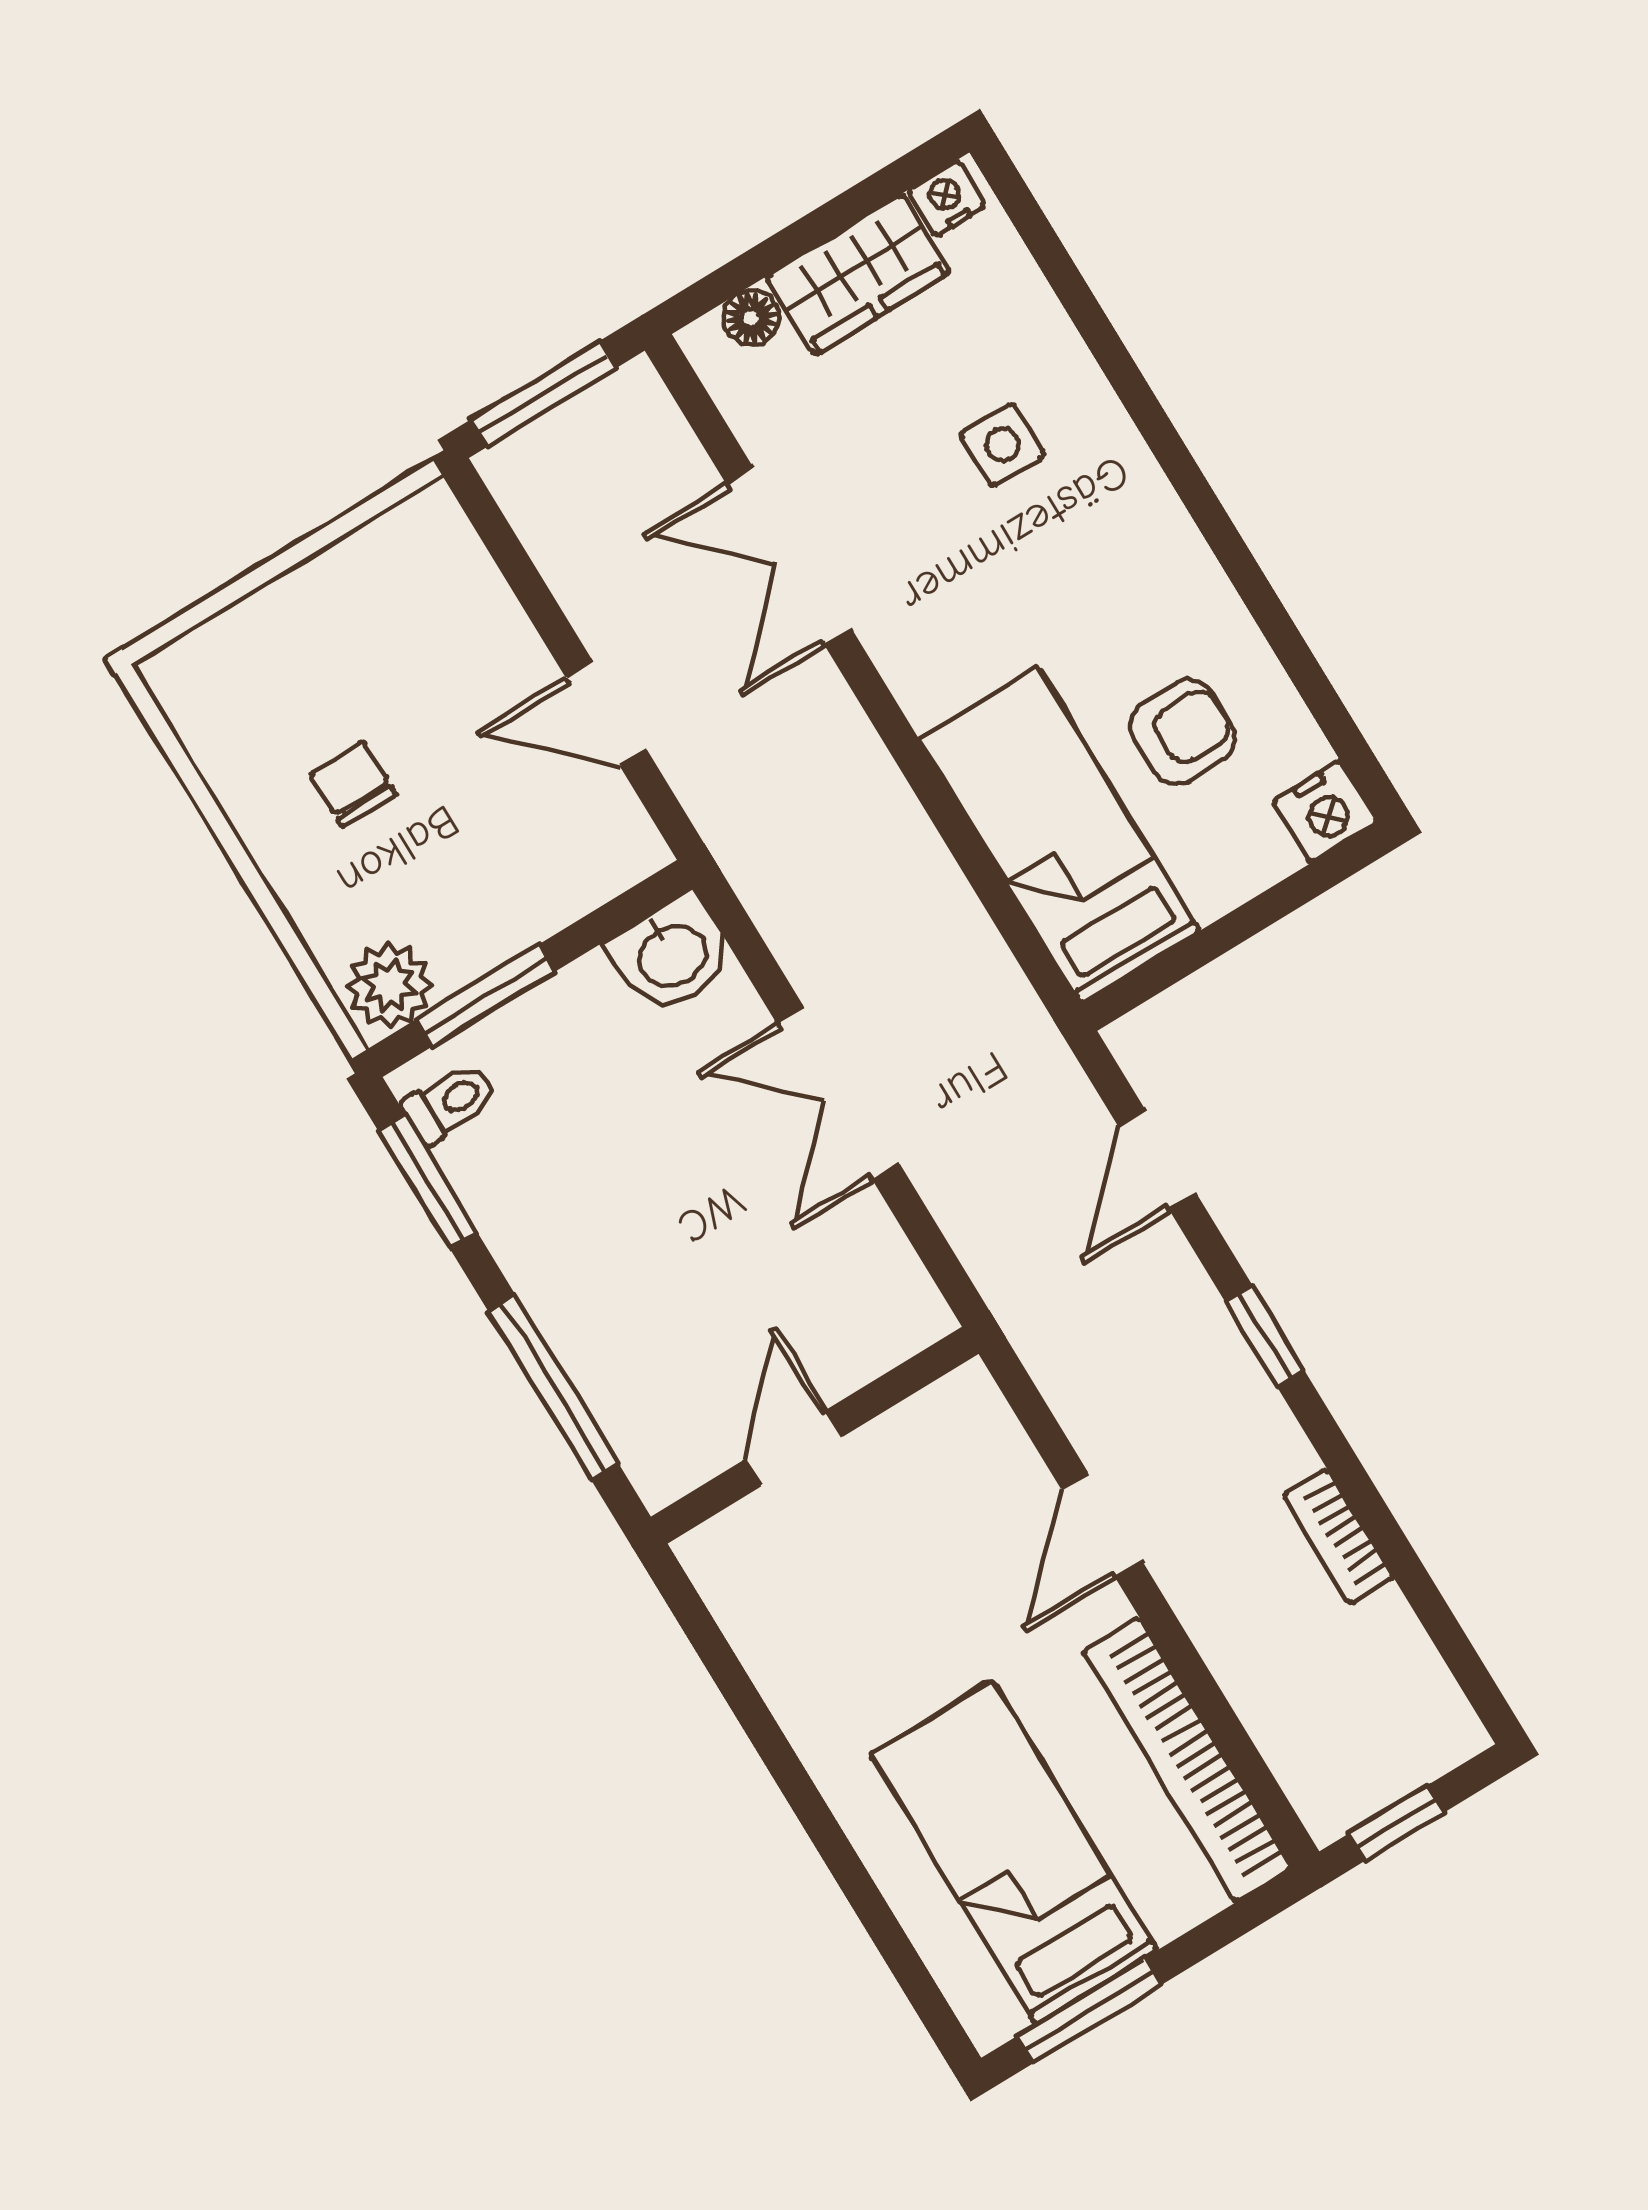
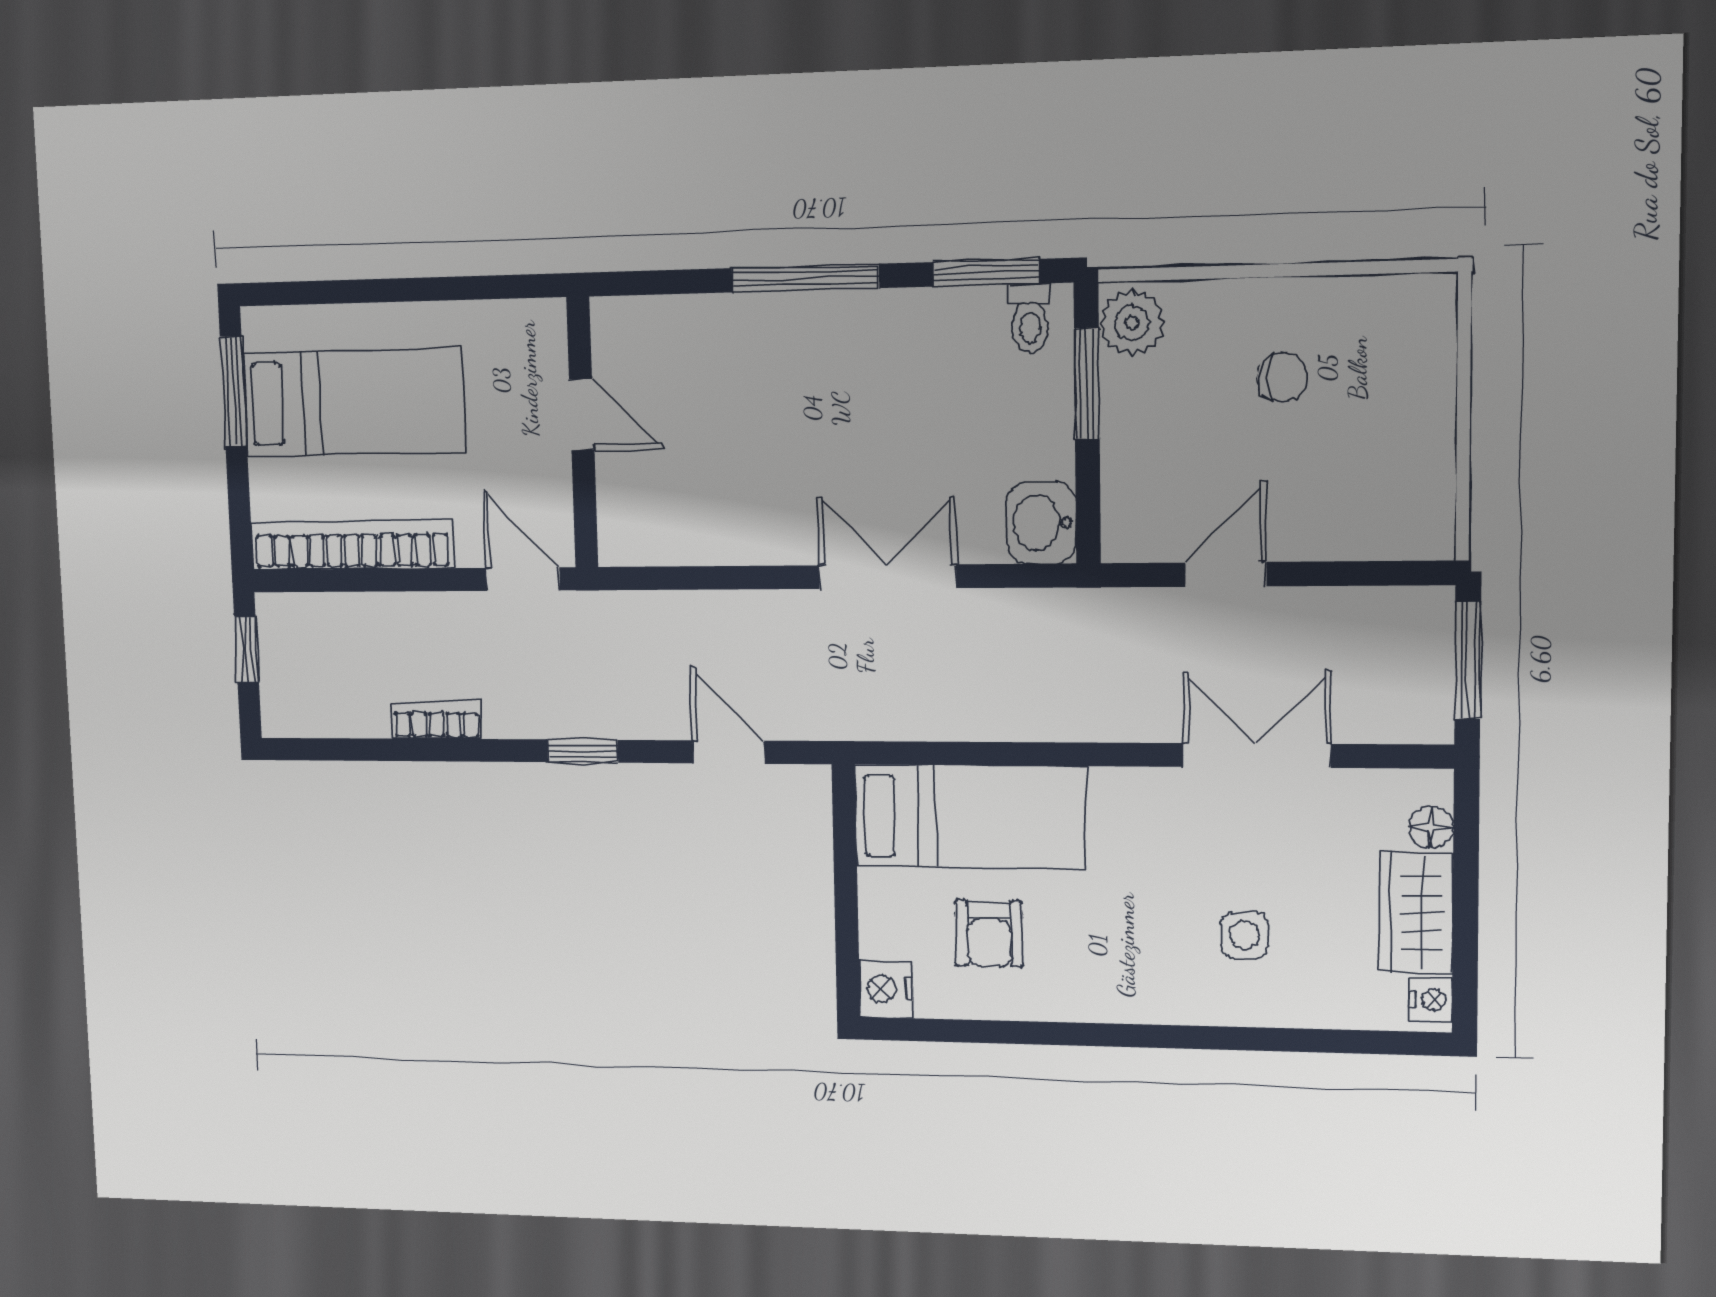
wall: (815, 1435) -> (582, 433), moved
door: (794, 1448) -> (582, 415), moved

